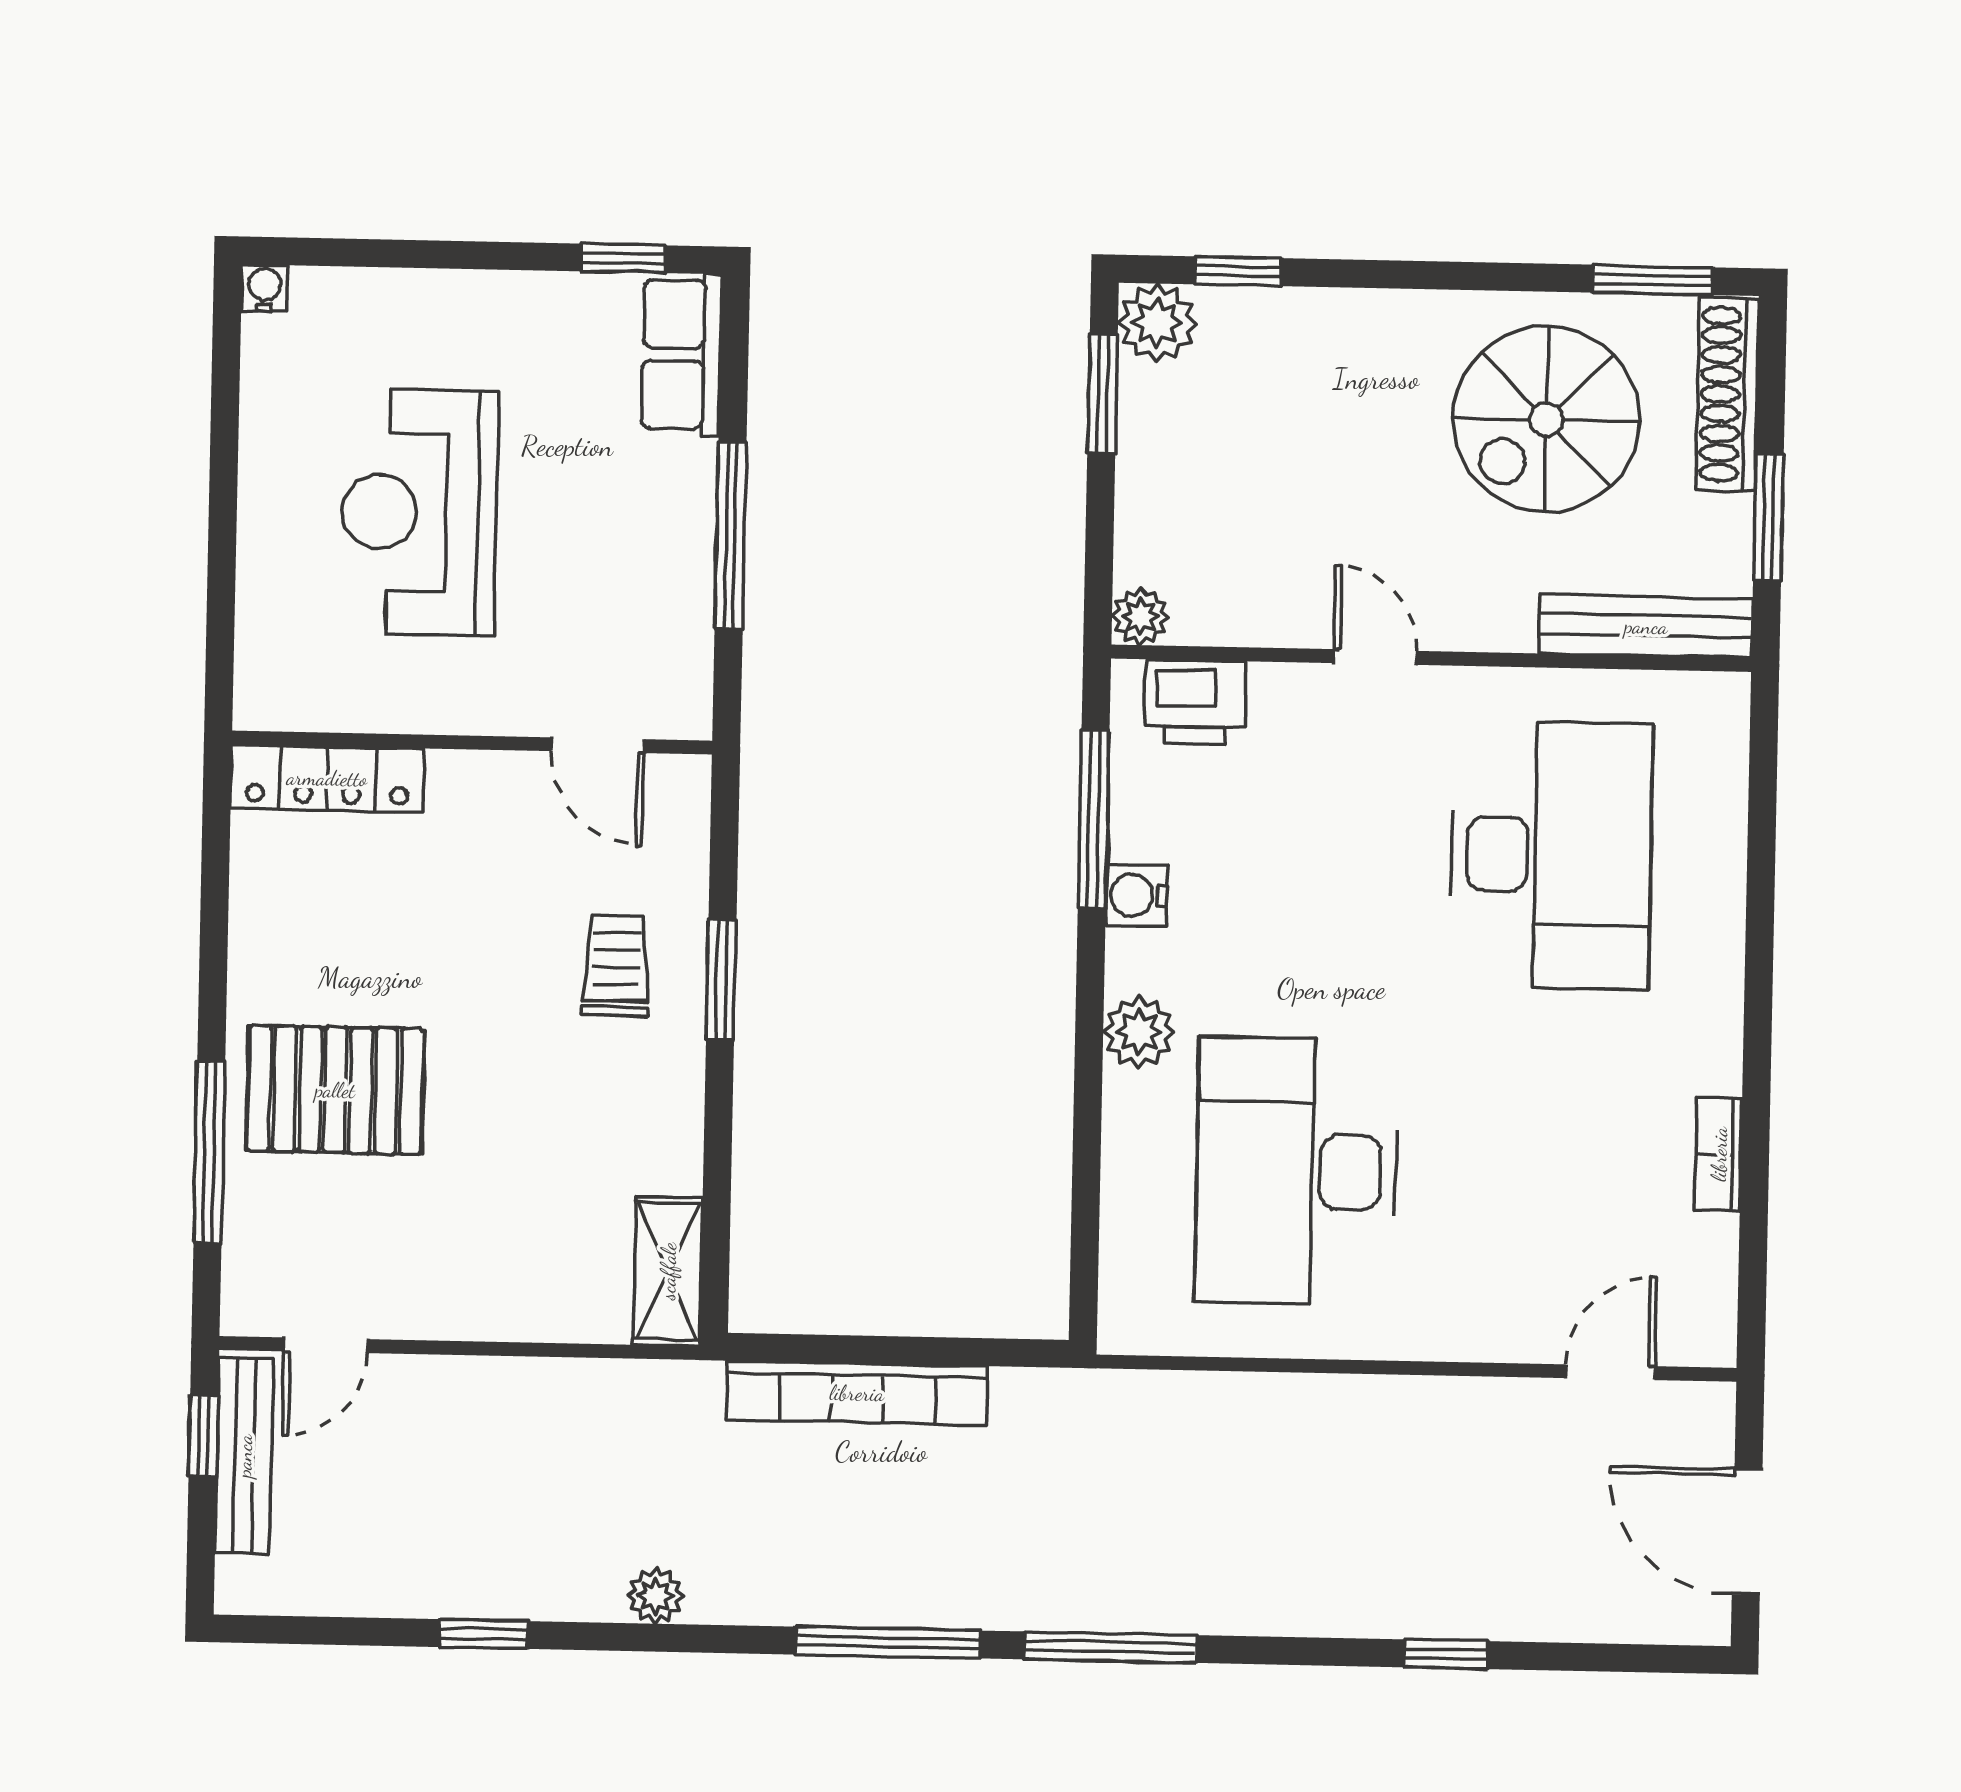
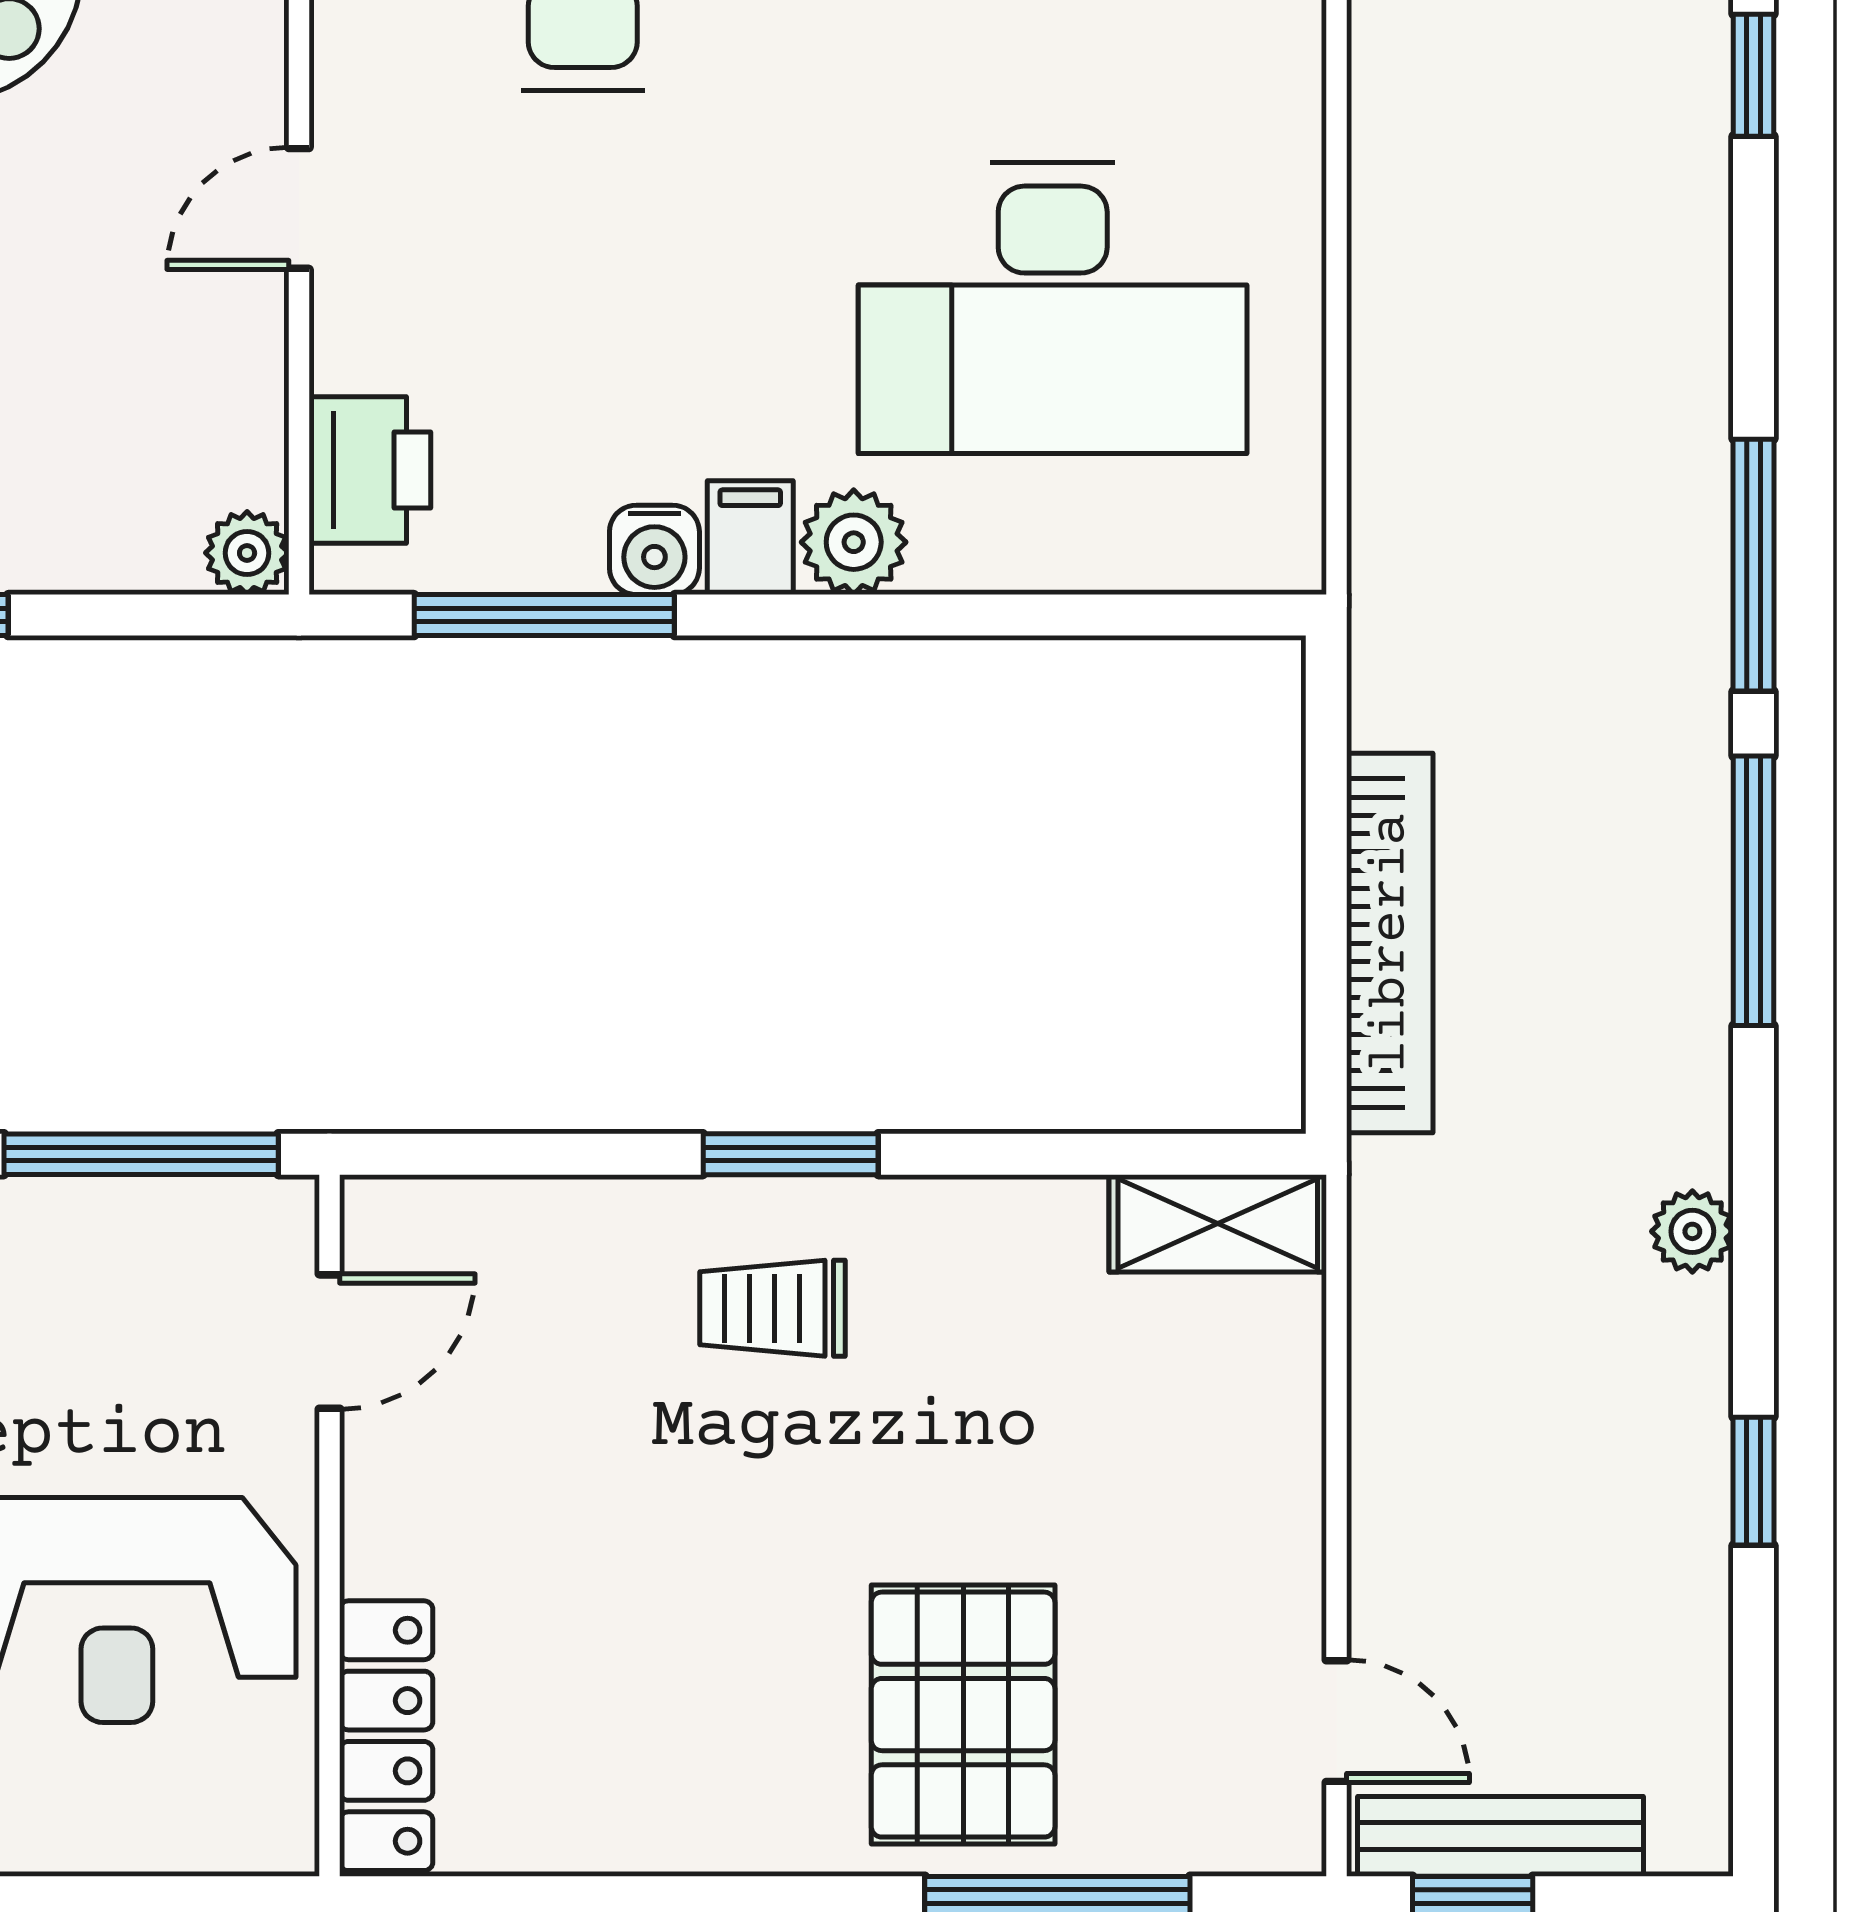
wall: (472, 743) -> (329, 1525), moved
door: (598, 745) -> (329, 1342), moved
locker: (327, 778) -> (386, 1736), moved
filing cabinet: (1144, 961) -> (750, 538), added

